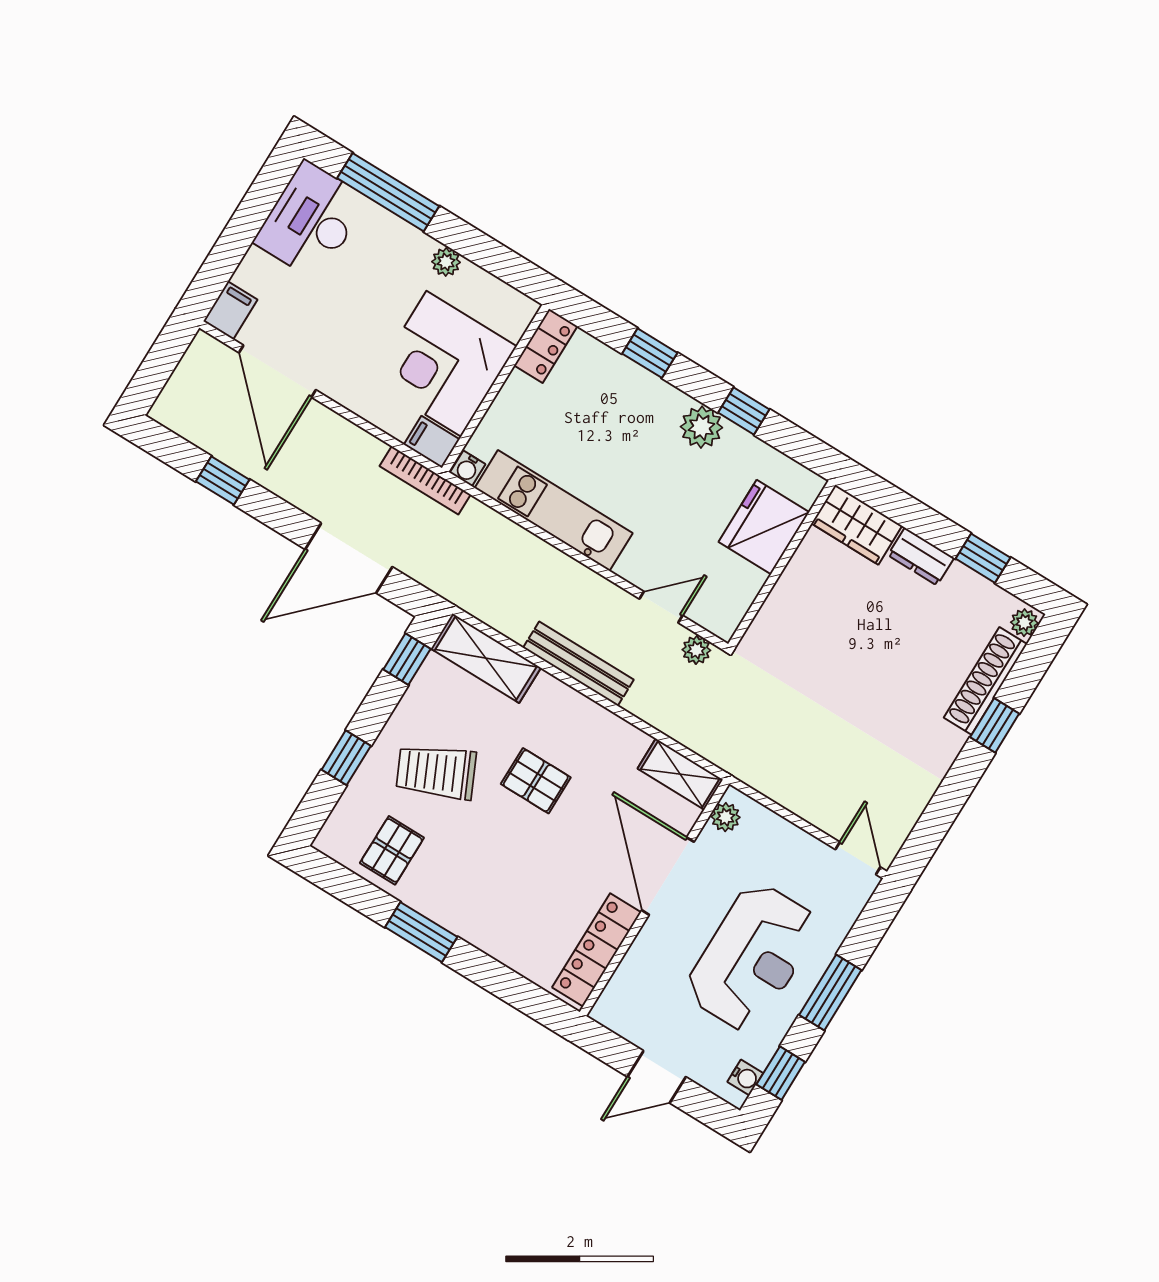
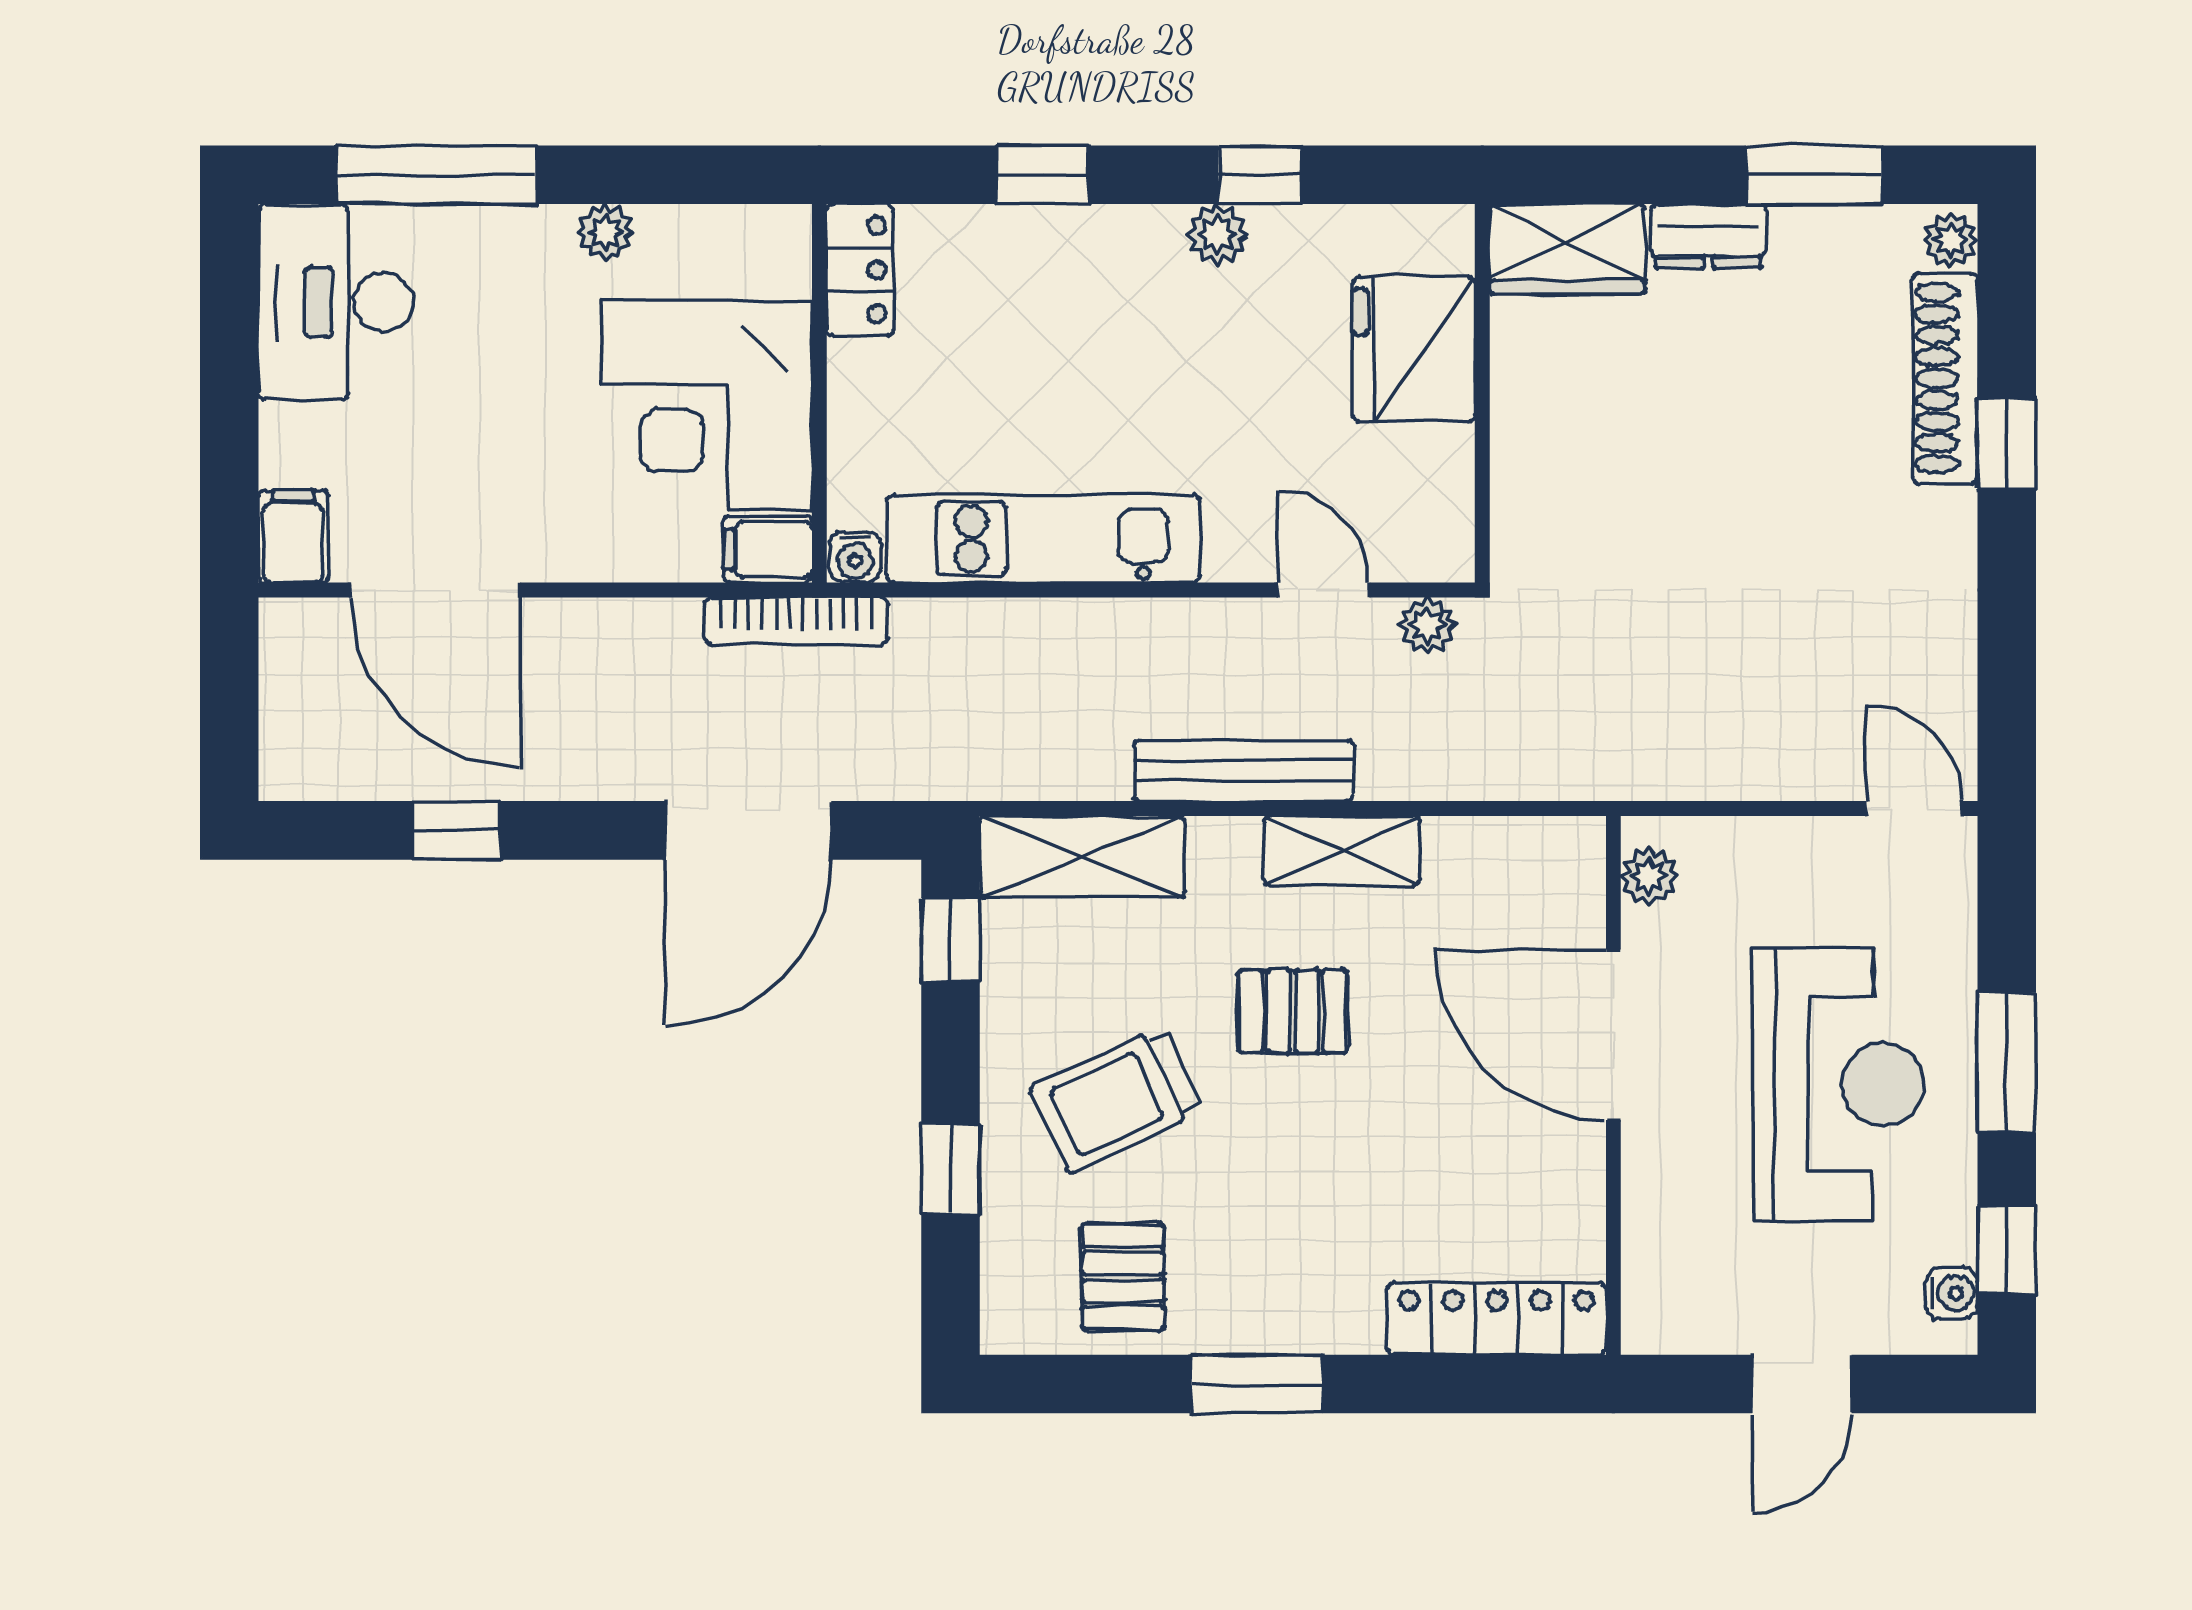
plant: (701, 427) -> (1217, 234), width x0.73, depth x0.73
window: (983, 558) -> (1814, 175), width x1.50
door: (661, 607) -> (1324, 590), hinge flipped
shelving: (680, 774) -> (1342, 851), moved
locker: (597, 950) -> (1497, 1319), moved, turned 90

